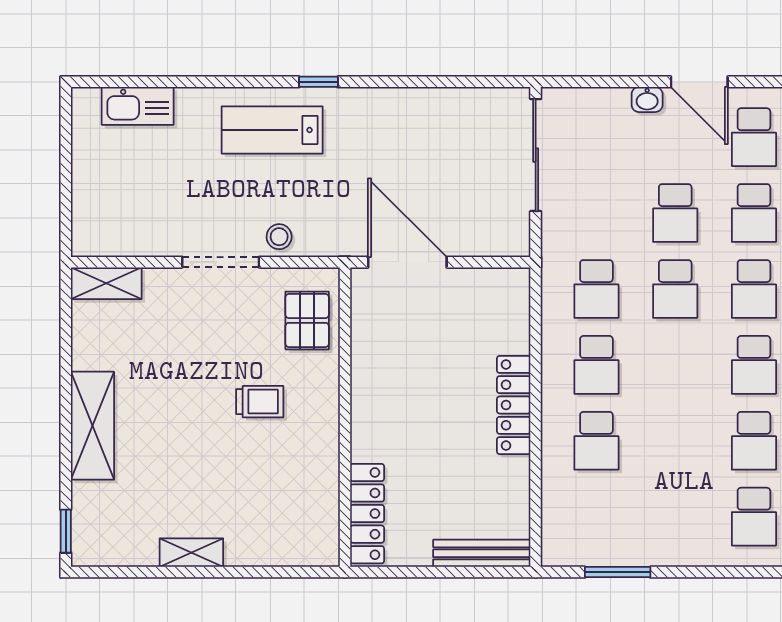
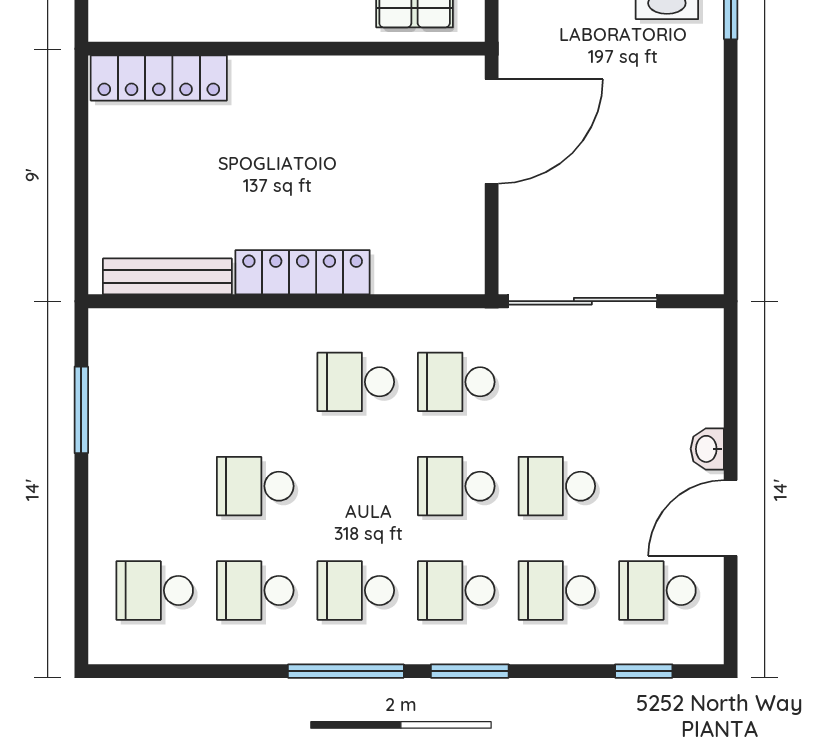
sliding door: (536, 155) -> (583, 301), moved
school desk: (596, 441) -> (255, 486), moved
bench: (482, 553) -> (167, 276), moved, turned 90

